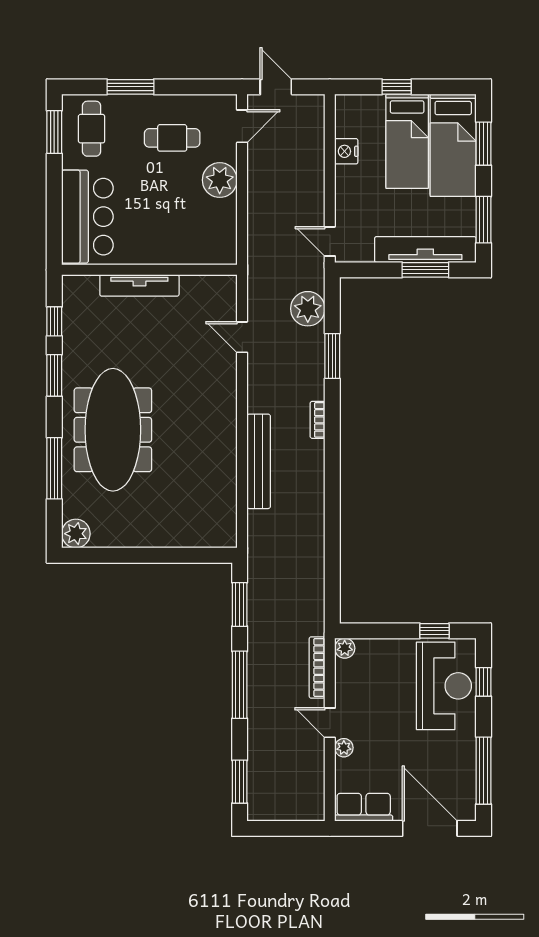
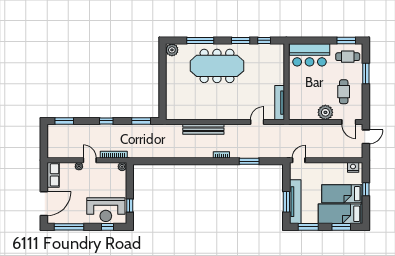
nightstand: (346, 151) -> (353, 167), moved
tv unit: (139, 285) -> (280, 103), moved
plant: (308, 309) -> (270, 151), removed
window: (240, 685) -> (106, 121), width x0.46
door: (330, 723) -> (90, 160), hinge flipped

